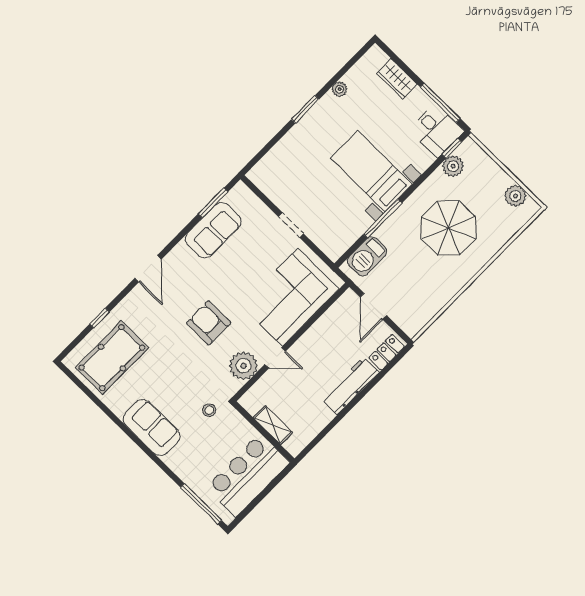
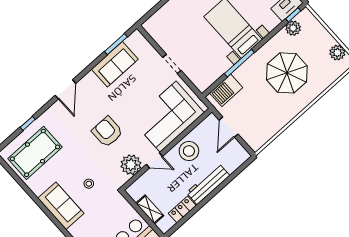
stool: (321, 342) -> (189, 151), added
locker: (387, 352) -> (182, 209), moved
stool: (209, 410) -> (89, 184), moved

